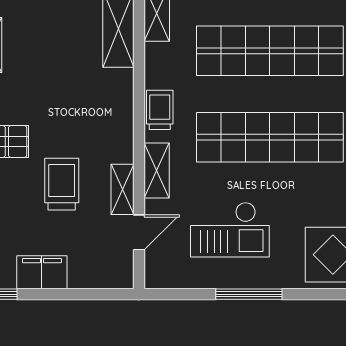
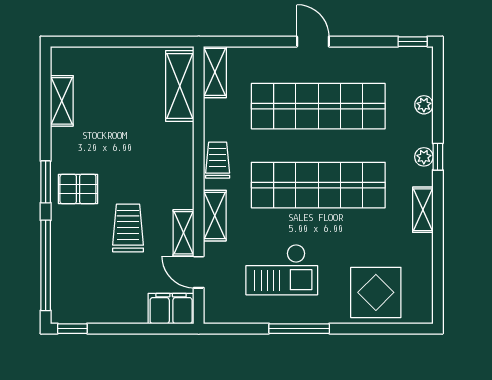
door: (139, 232) -> (199, 272), swing flipped
filing cabinet: (42, 272) -> (171, 309), moved

